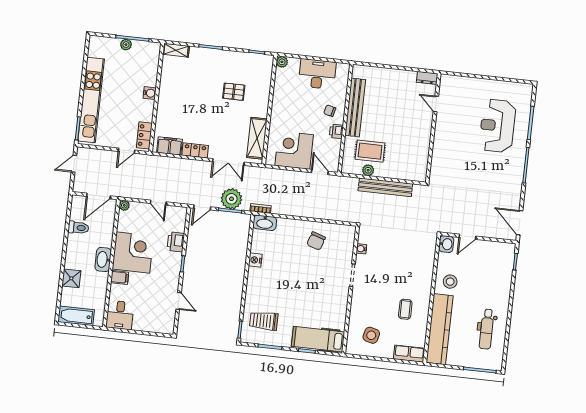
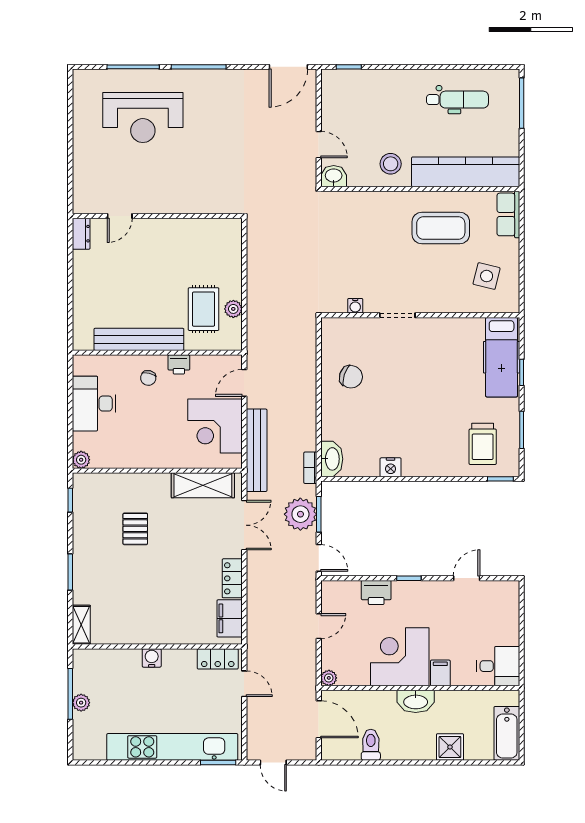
bench: (385, 187) -> (257, 450), moved
coffee table: (405, 309) -> (441, 228), width x1.86, depth x1.72

